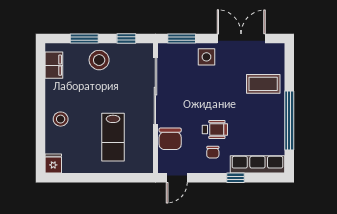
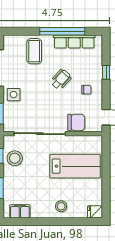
stool: (99, 60) -> (15, 158), moved
wheelchair: (215, 129) -> (61, 79), moved, turned 42
lab bench: (113, 137) -> (75, 166), width x1.36, depth x1.39
row of seats: (257, 164) -> (74, 42), moved, turned -90

